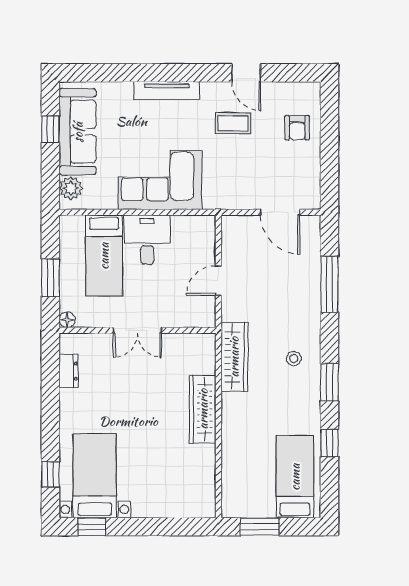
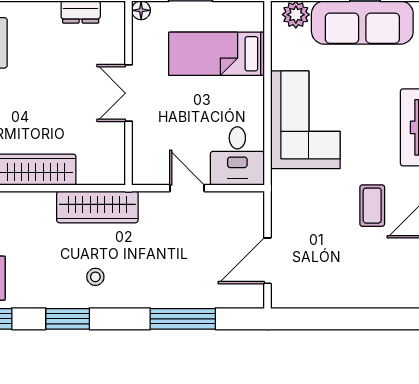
armchair: (297, 128) -> (367, 281), removed
desk: (147, 240) -> (237, 156), moved, turned 90

